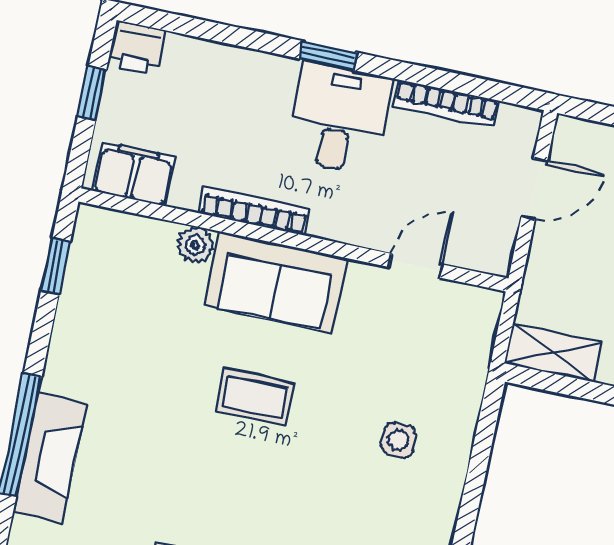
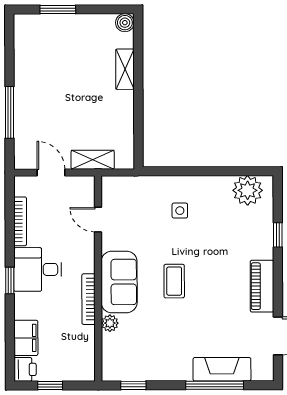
filing cabinet: (134, 174) -> (26, 338), moved, turned 180
shelving: (553, 353) -> (93, 160), moved, turned 90

